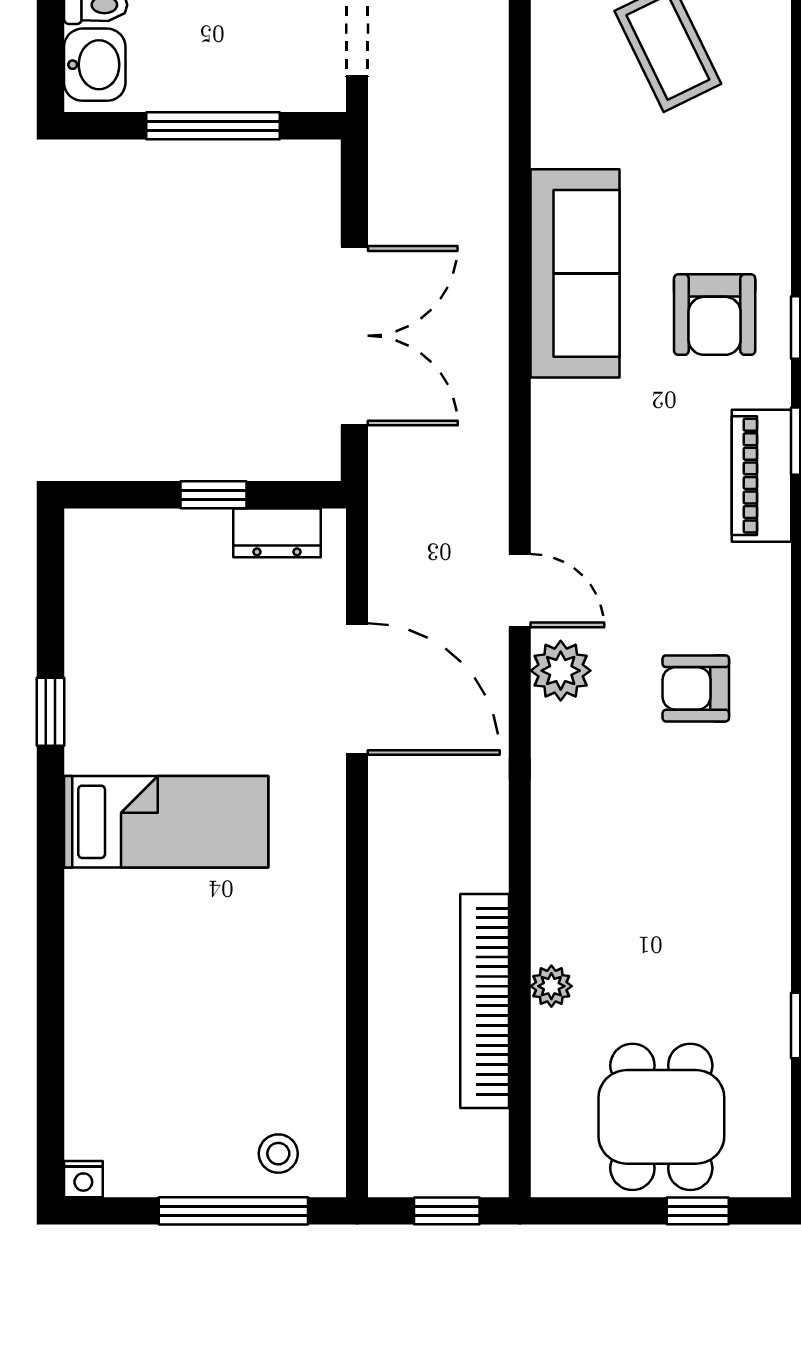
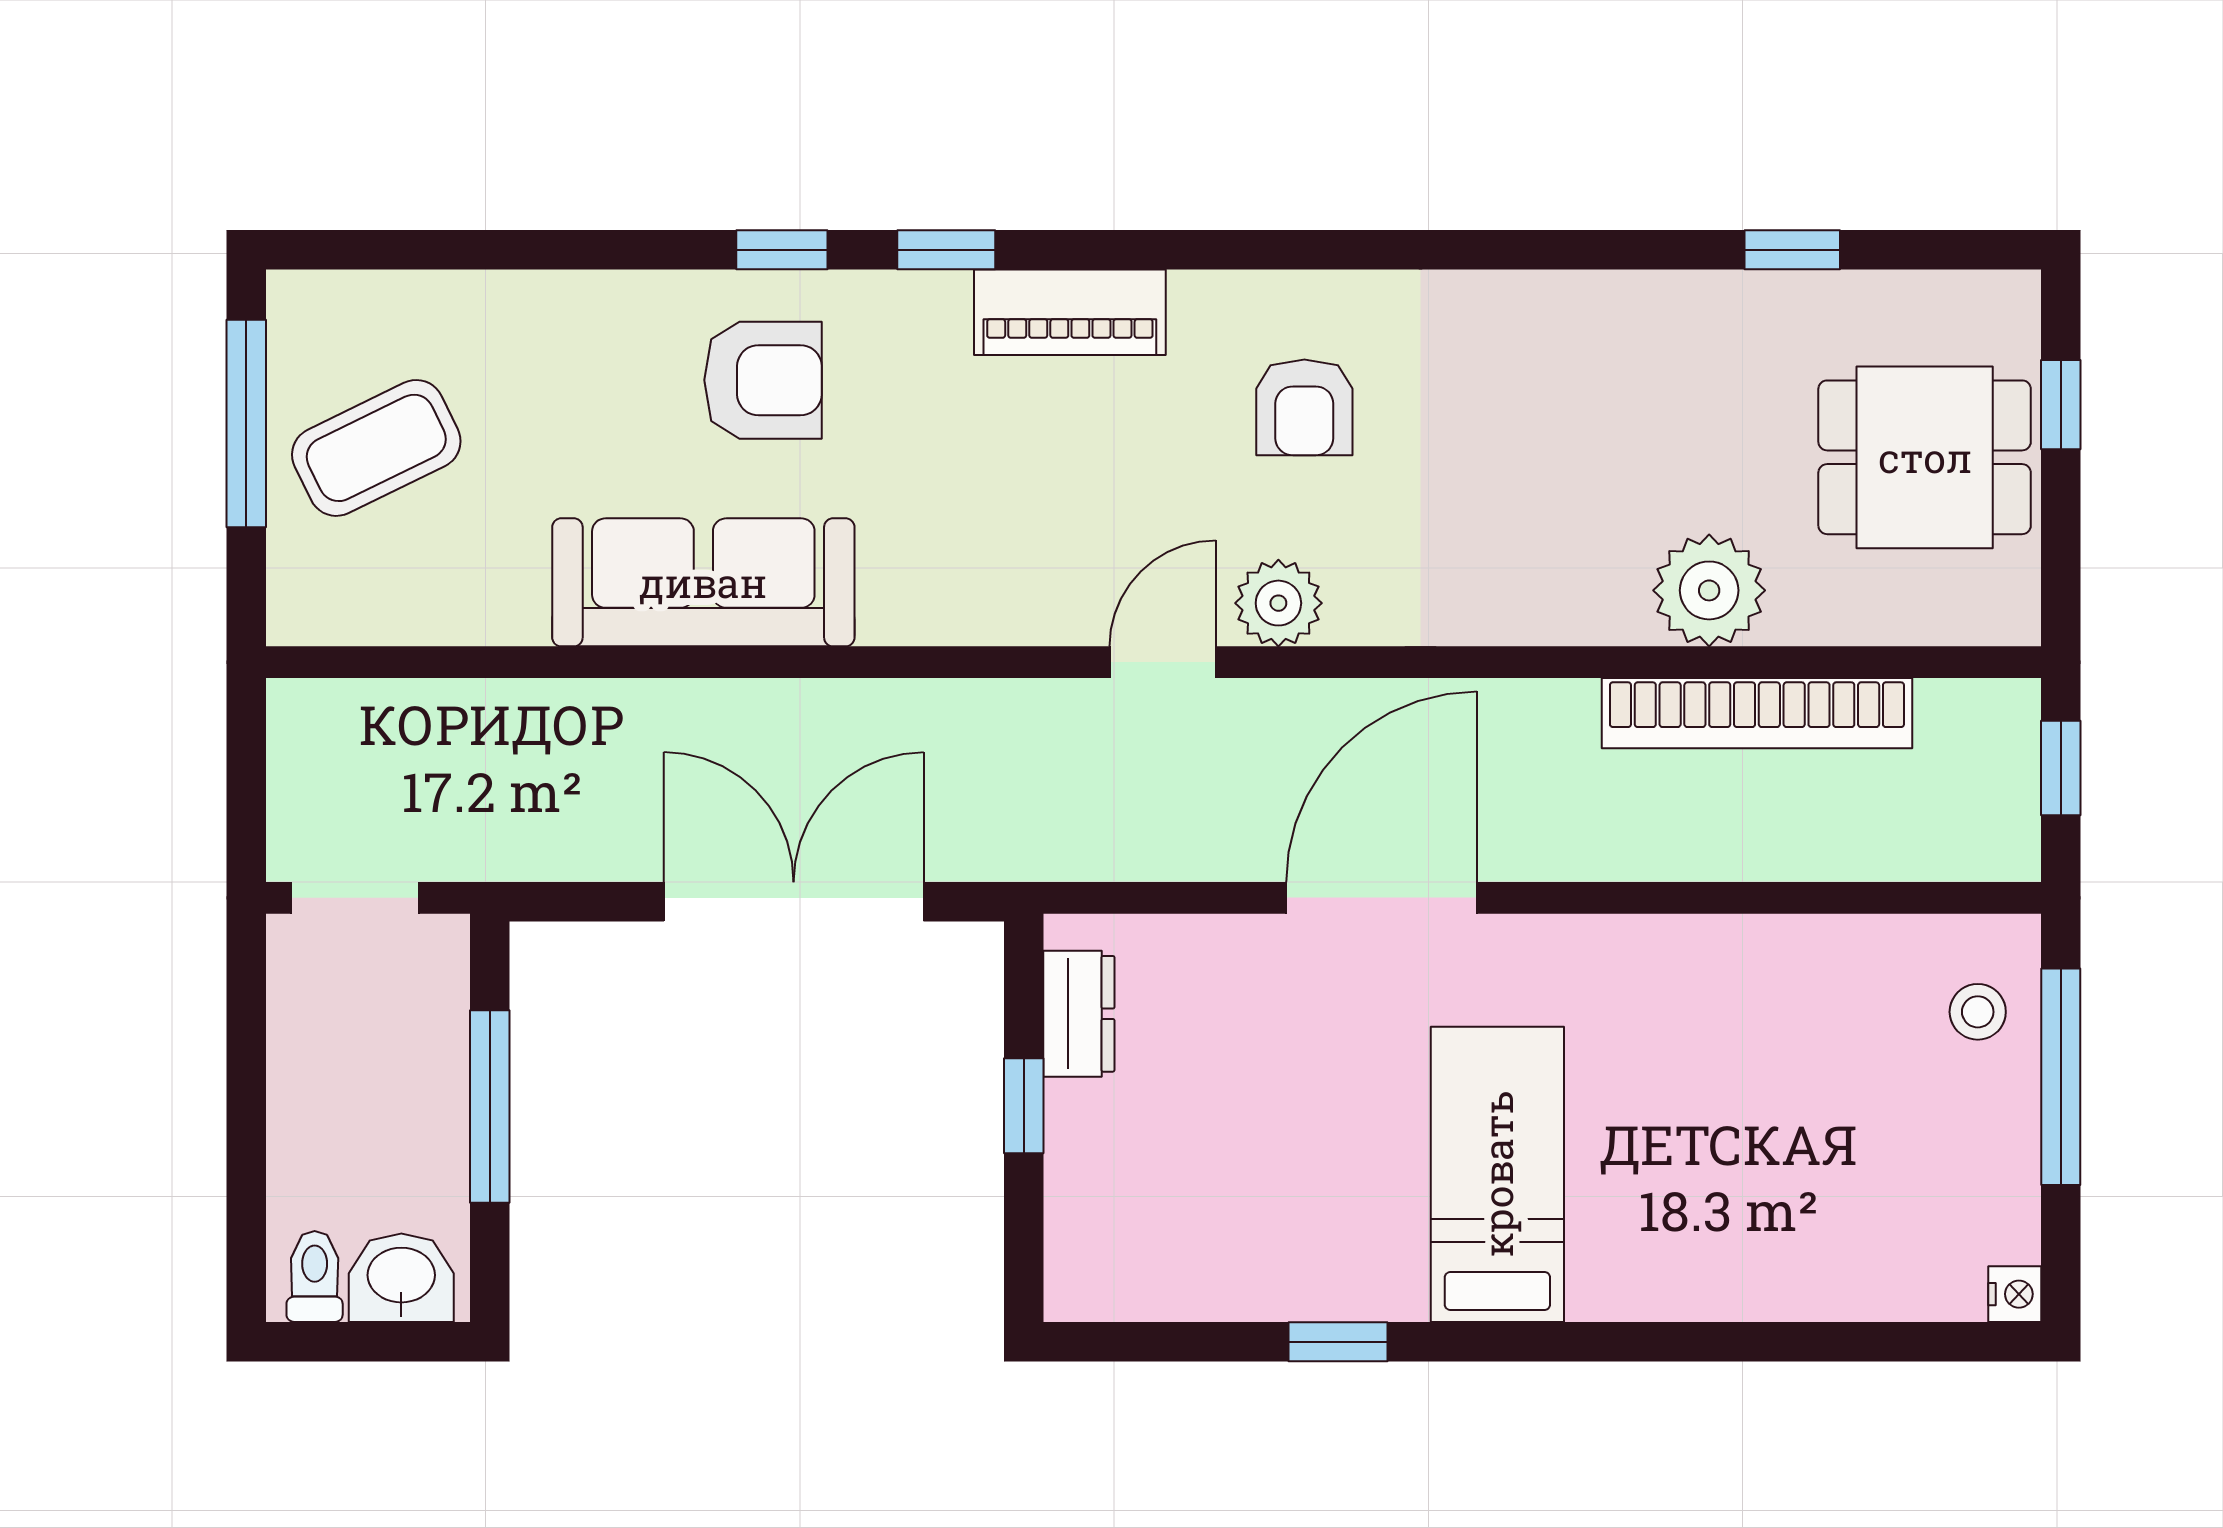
piano: (762, 476) -> (1070, 312), moved
door: (357, 689) -> (1382, 898), moved
plant: (551, 986) -> (1709, 590), width x1.88, depth x1.88

